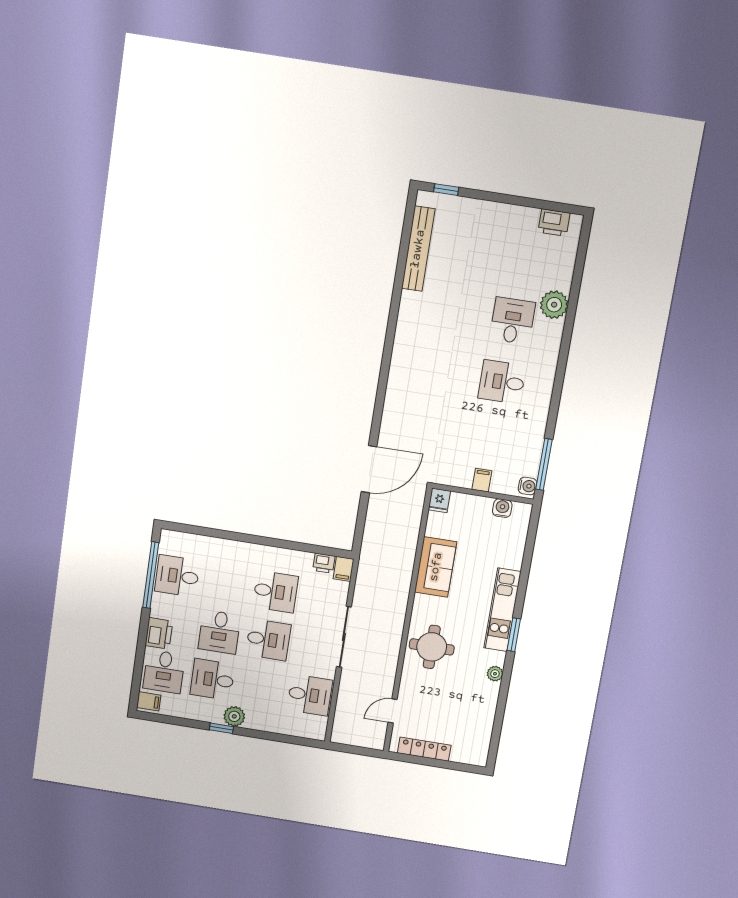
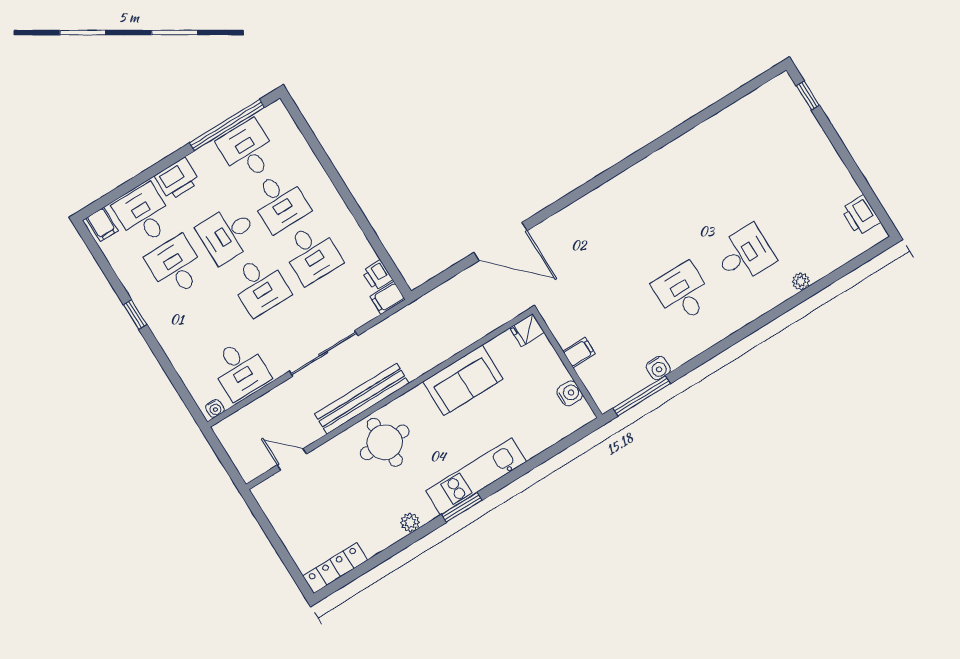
bench: (418, 249) -> (362, 399), moved
plant: (554, 305) -> (801, 281), width x0.53, depth x0.53
water cooler: (528, 486) -> (658, 368), moved
desk: (226, 584) -> (280, 202), added
desk: (164, 672) -> (144, 215), turned 90
plant: (234, 716) -> (157, 317), removed
water cooler: (321, 730) -> (215, 408), added
locker: (424, 749) -> (335, 568), moved, turned -90

